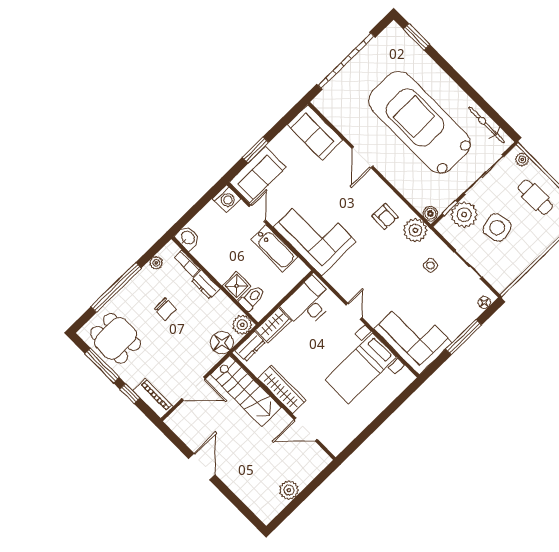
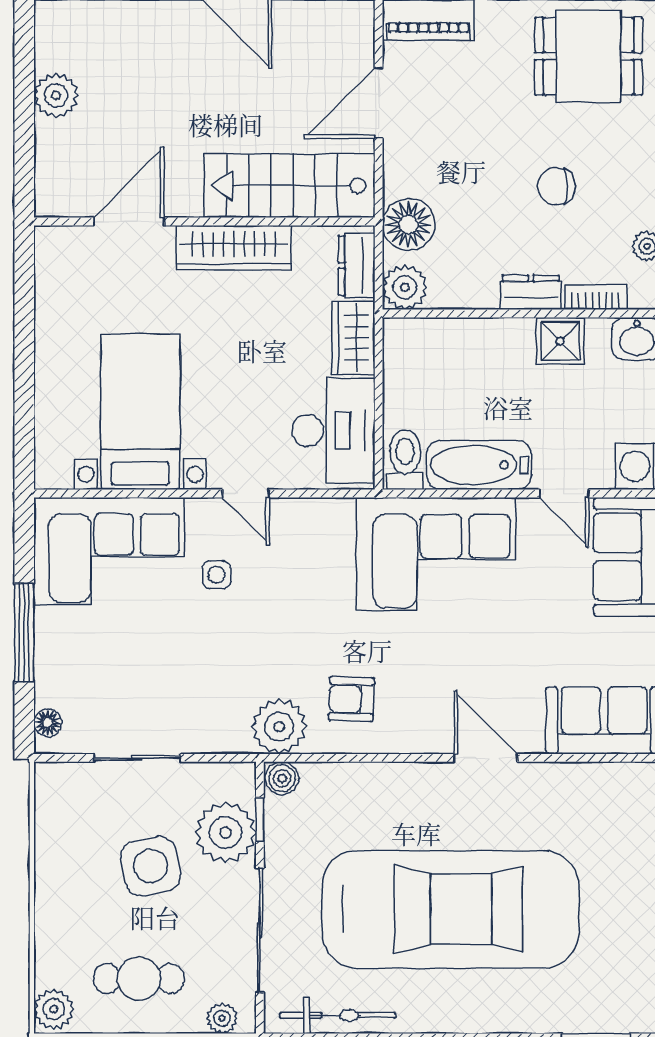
side table: (430, 265) -> (217, 575), moved
shower: (237, 286) -> (560, 341), moved
toilet: (252, 298) -> (405, 460), moved, turned 180

